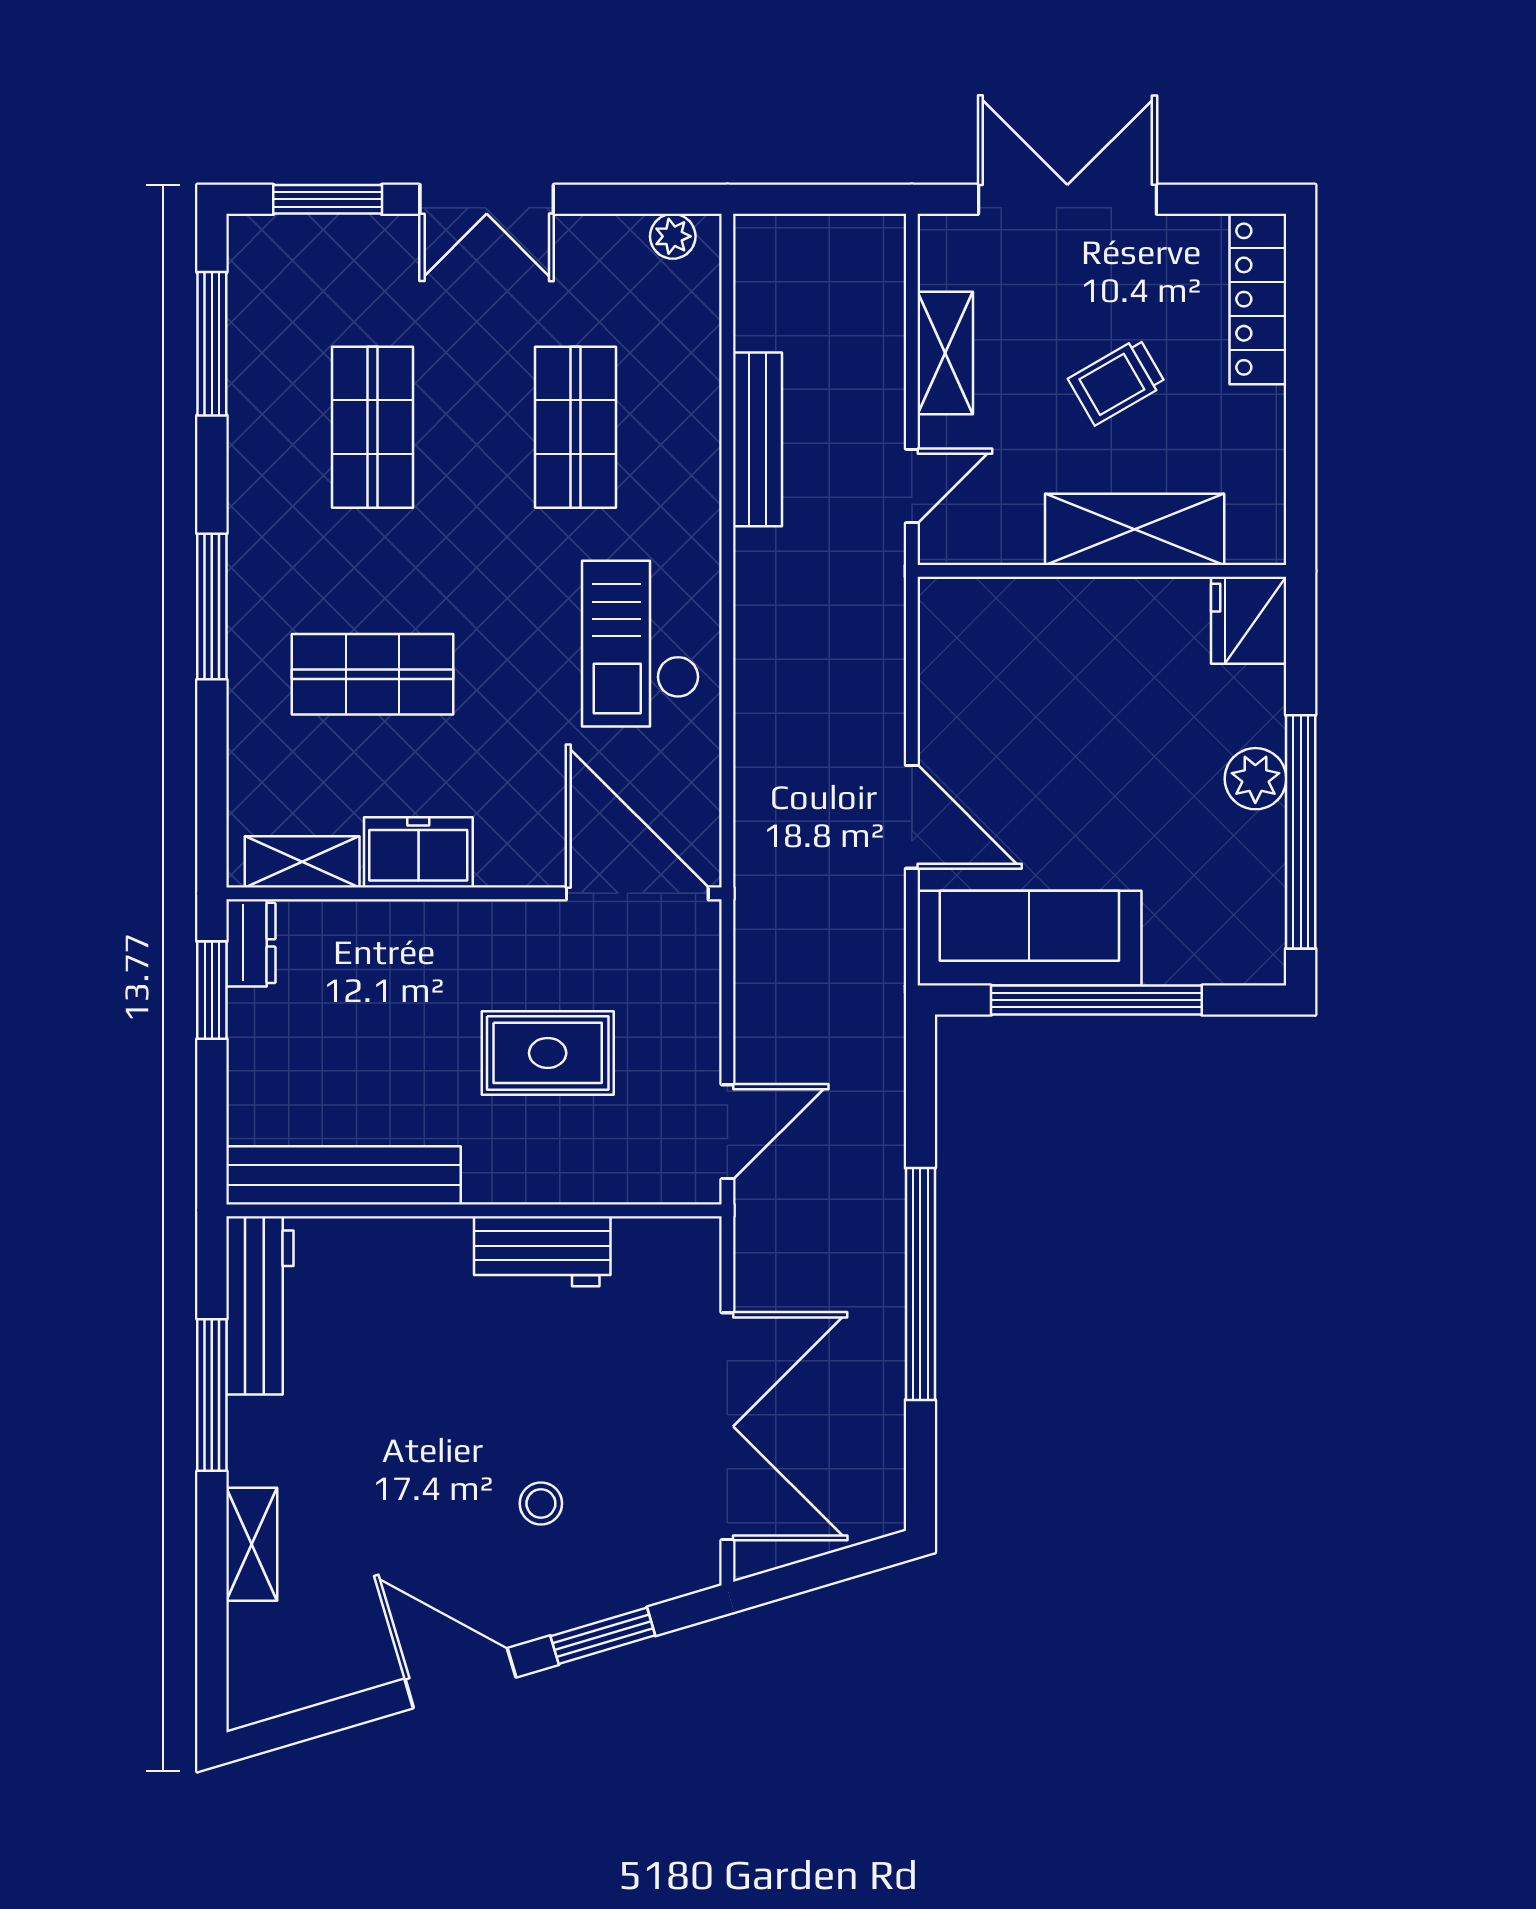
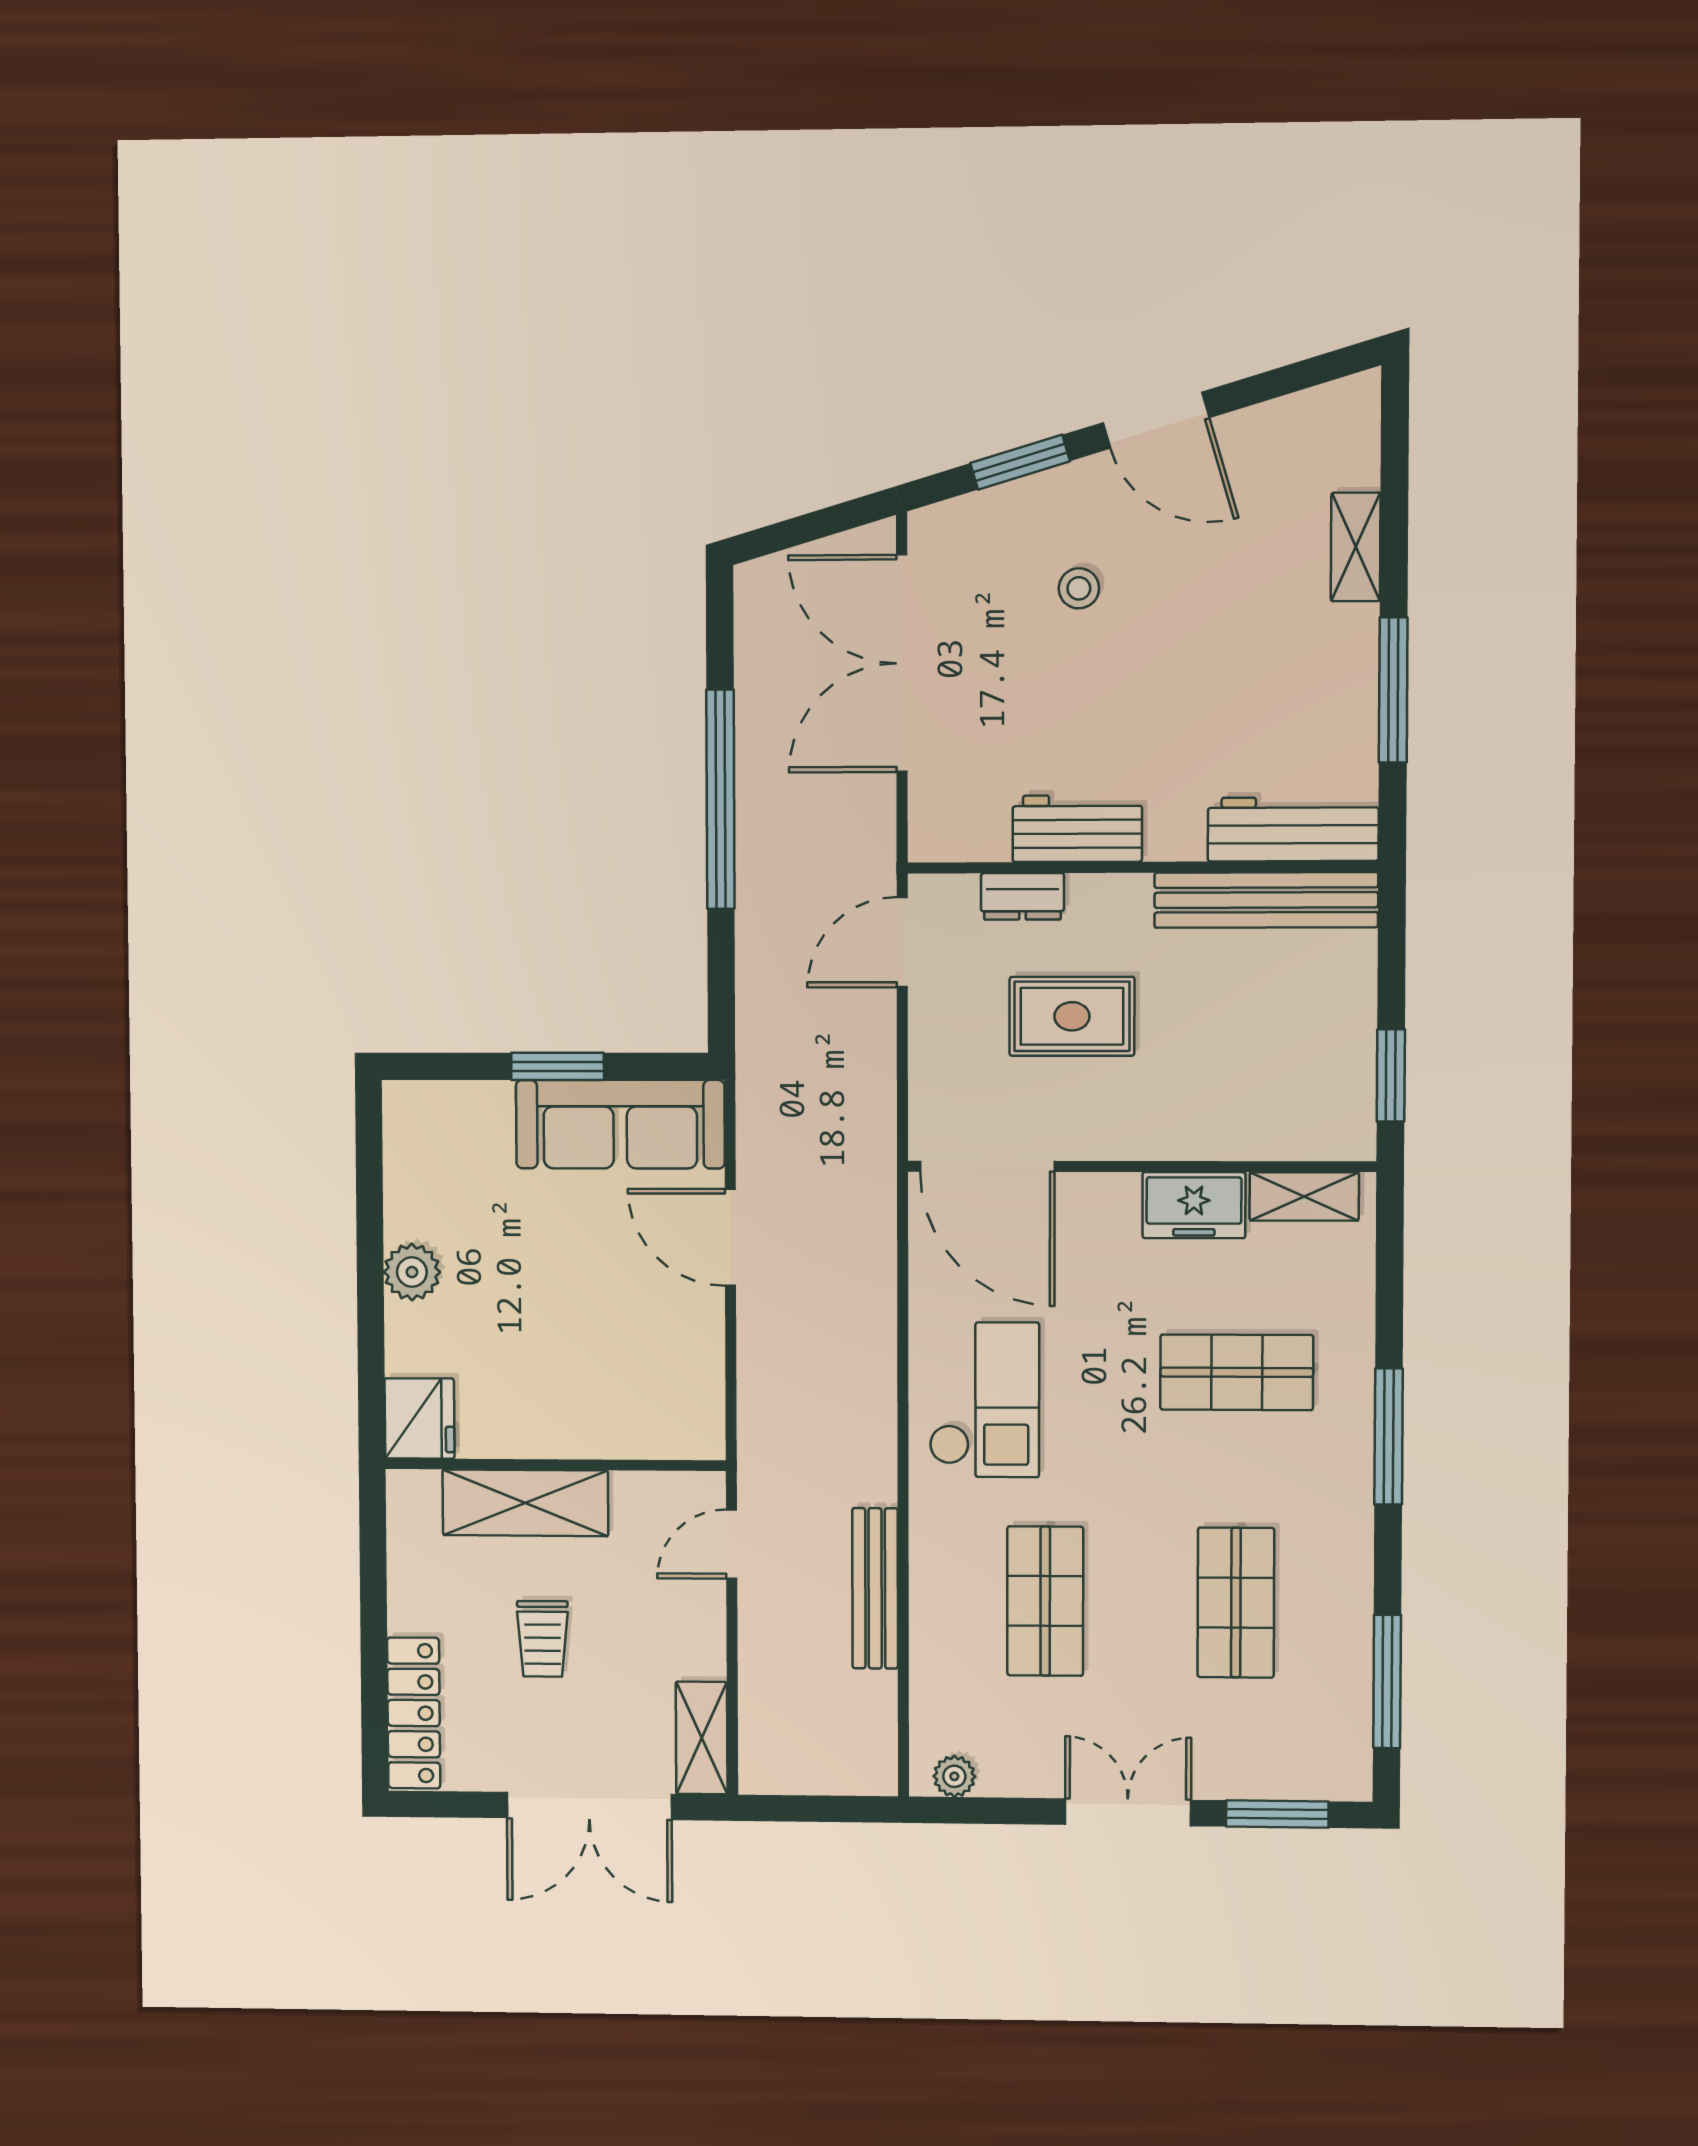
shelving: (945, 353) -> (702, 1738), moved
trolley: (1117, 382) -> (543, 1639), turned 120
window: (1301, 832) -> (370, 1223), removed
dresser: (251, 943) -> (1022, 896), moved, turned -90
window: (1096, 1000) -> (558, 1066), width x0.47
workbench: (260, 1305) -> (1293, 829), moved, turned 90

